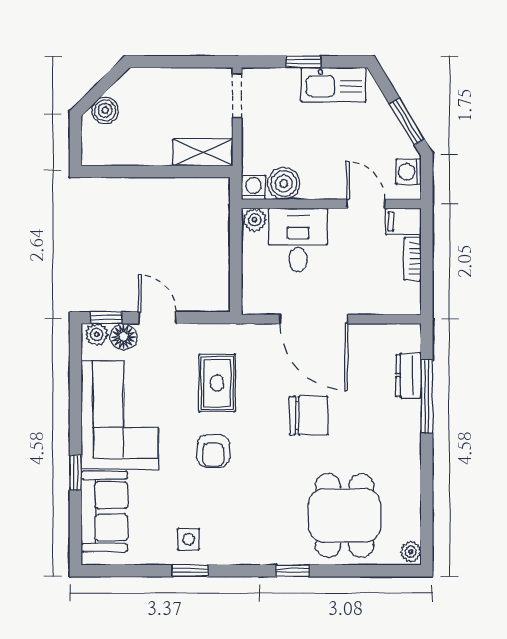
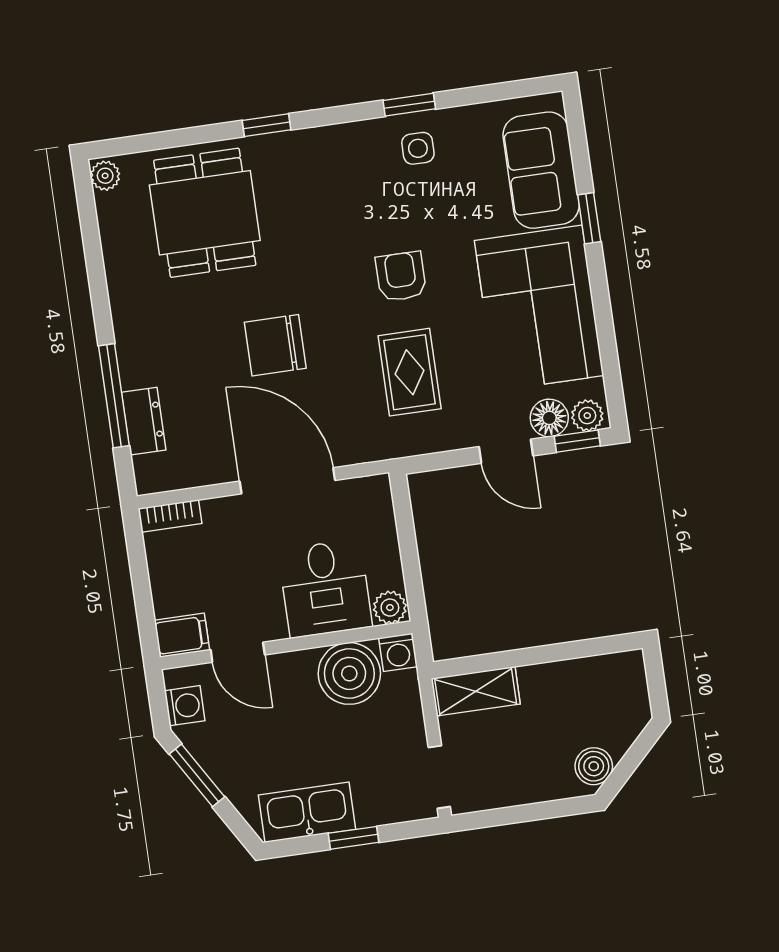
boiler: (105, 110) -> (594, 766), moved
boiler: (284, 184) -> (349, 673), width x1.37, depth x1.37
bookcase: (413, 259) -> (170, 516), moved, turned 90

